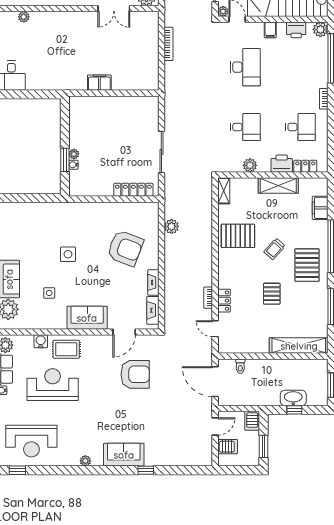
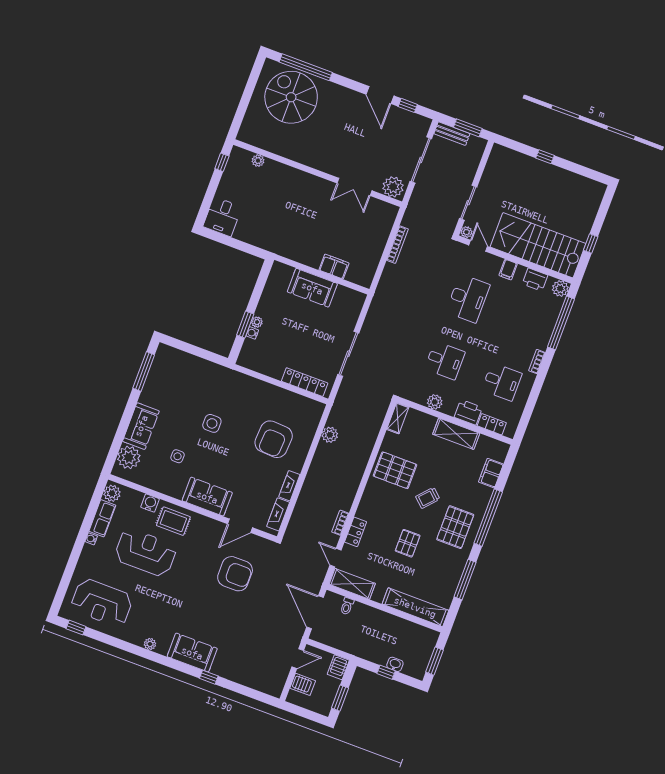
filing cabinet: (99, 83) -> (334, 267), moved
sofa: (110, 107) -> (312, 288), added
armchair: (125, 248) -> (274, 439), turned 72
shelving: (238, 346) -> (352, 584), added
washbasin: (293, 398) -> (395, 664), width x0.52, depth x0.69

